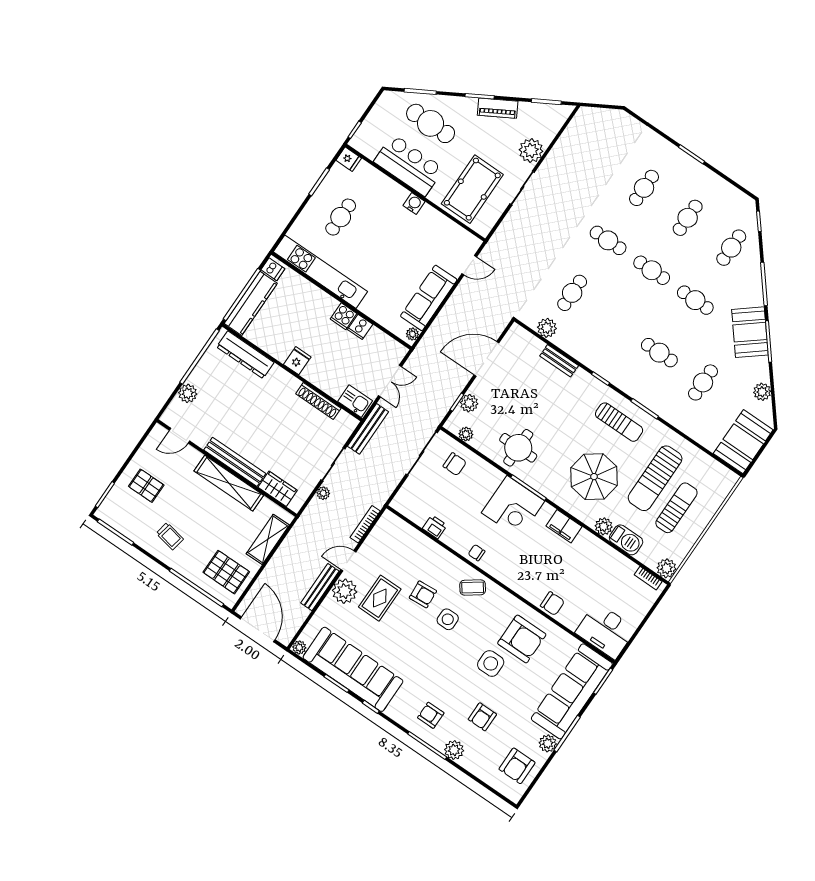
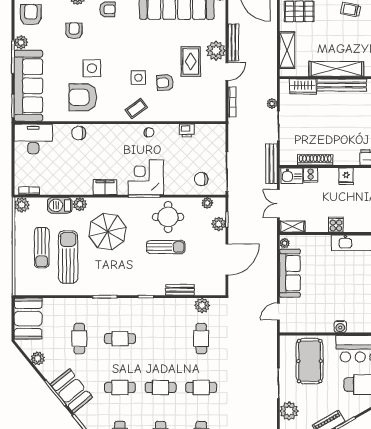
cooker: (360, 327) -> (311, 175), moved, turned 180
shelving: (392, 346) -> (292, 227), added
sun lounger: (619, 422) -> (166, 247), moved, turned 180

